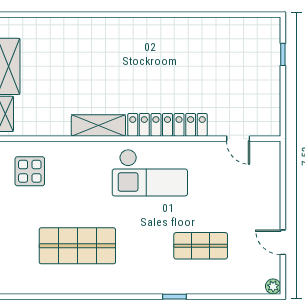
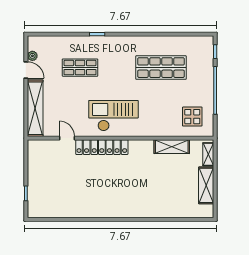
shelving: (98, 125) -> (172, 147), moved
door: (238, 139) -> (67, 138), moved
shelving: (269, 184) -> (35, 108), added
plant: (273, 286) -> (32, 56), moved

